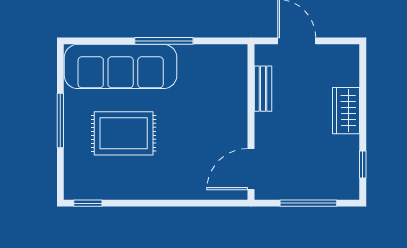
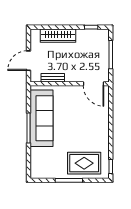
sofa: (121, 66) -> (42, 118), moved
wardrobe: (346, 111) -> (58, 36), width x1.50
rug: (124, 133) -> (84, 163), moved, turned 90

